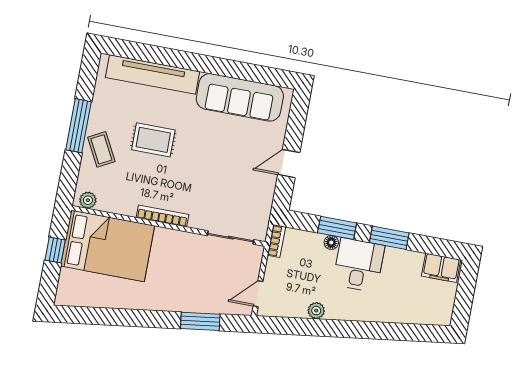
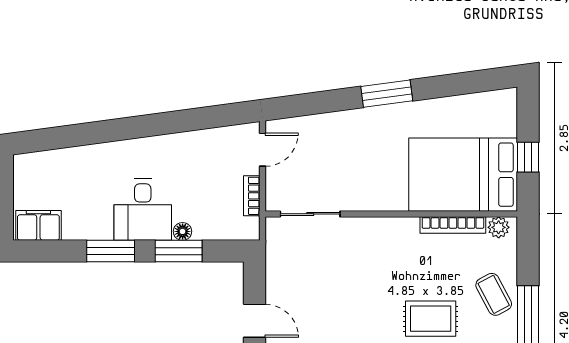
door: (289, 164) -> (255, 321), hinge flipped
bookcase: (162, 216) -> (453, 225), moved
bookcase: (276, 241) -> (252, 196), moved
plant: (316, 311) -> (185, 142), removed
window: (200, 321) -> (387, 94), moved

